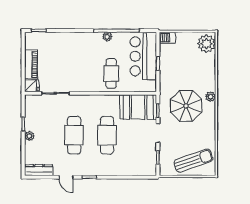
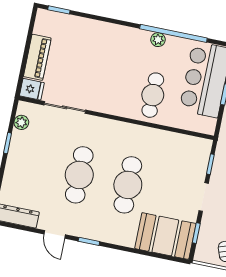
booth: (138, 107) -> (165, 236), moved
plant: (29, 136) -> (21, 122), moved

